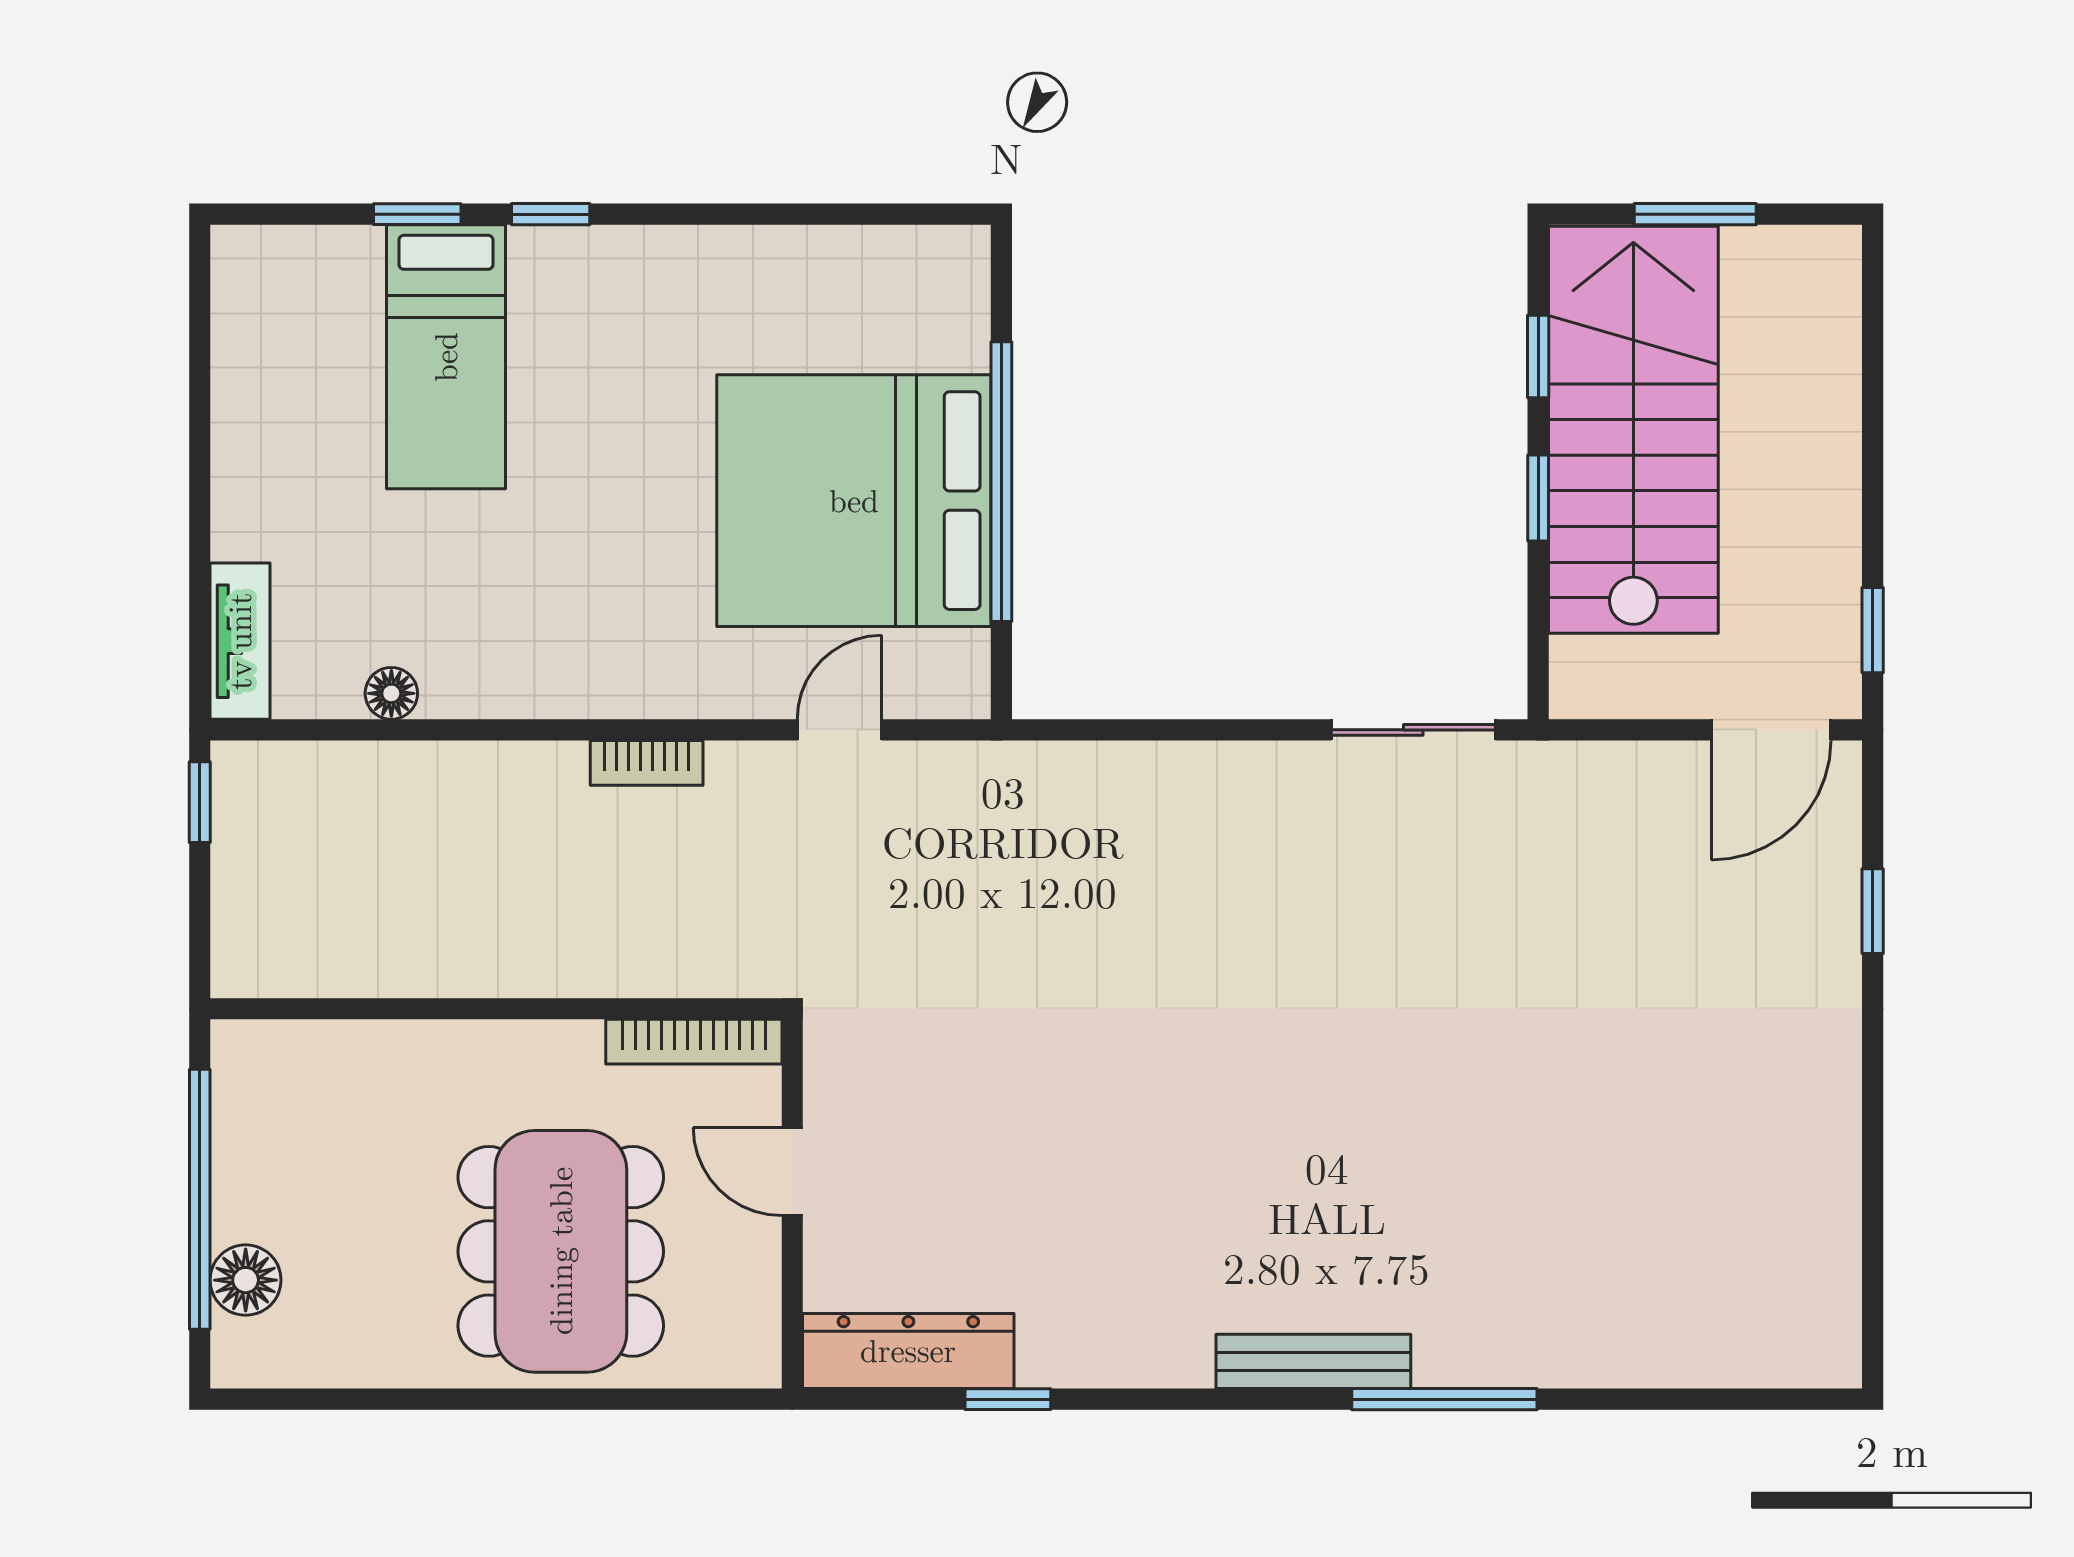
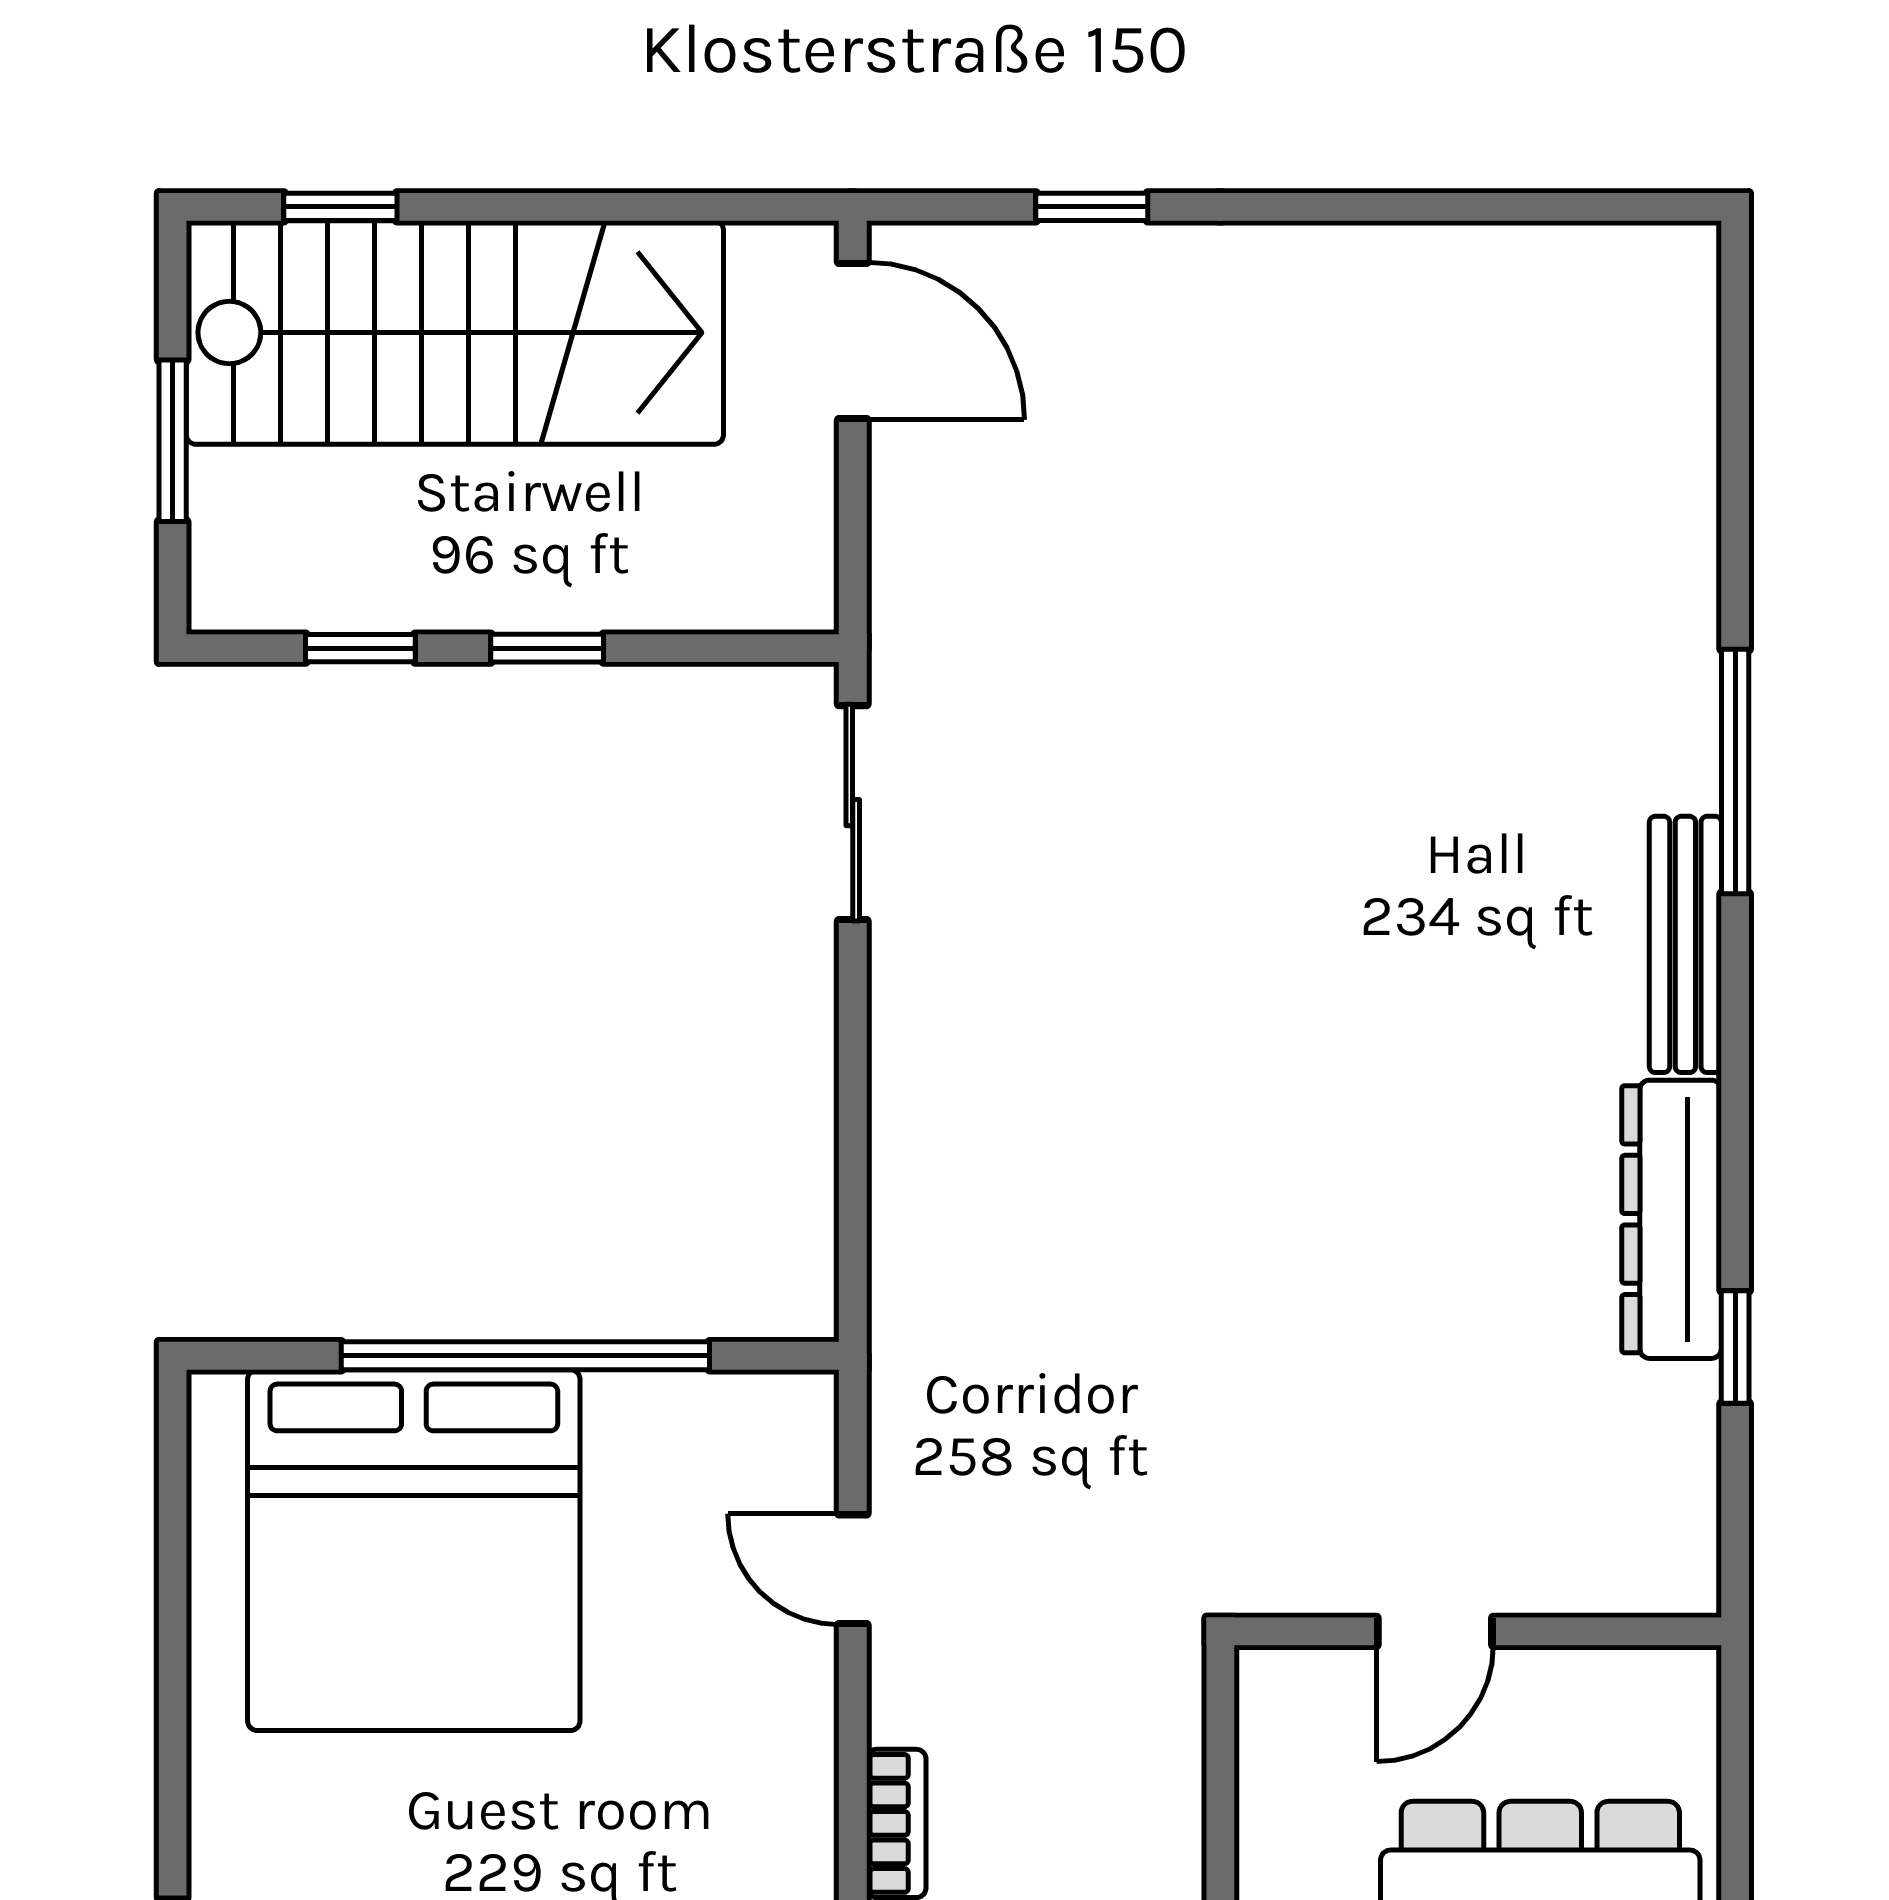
stairs: (1633, 430) -> (455, 333), moved, turned 180
bed: (854, 501) -> (414, 1550), moved
window: (1873, 630) -> (340, 207), moved
bookcase: (694, 1042) -> (1264, 1761), removed
dresser: (908, 1351) -> (1672, 1219), moved

